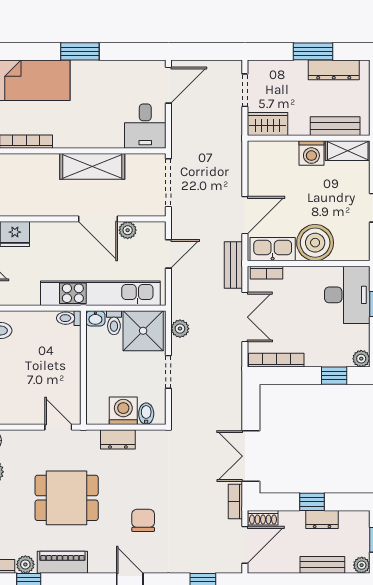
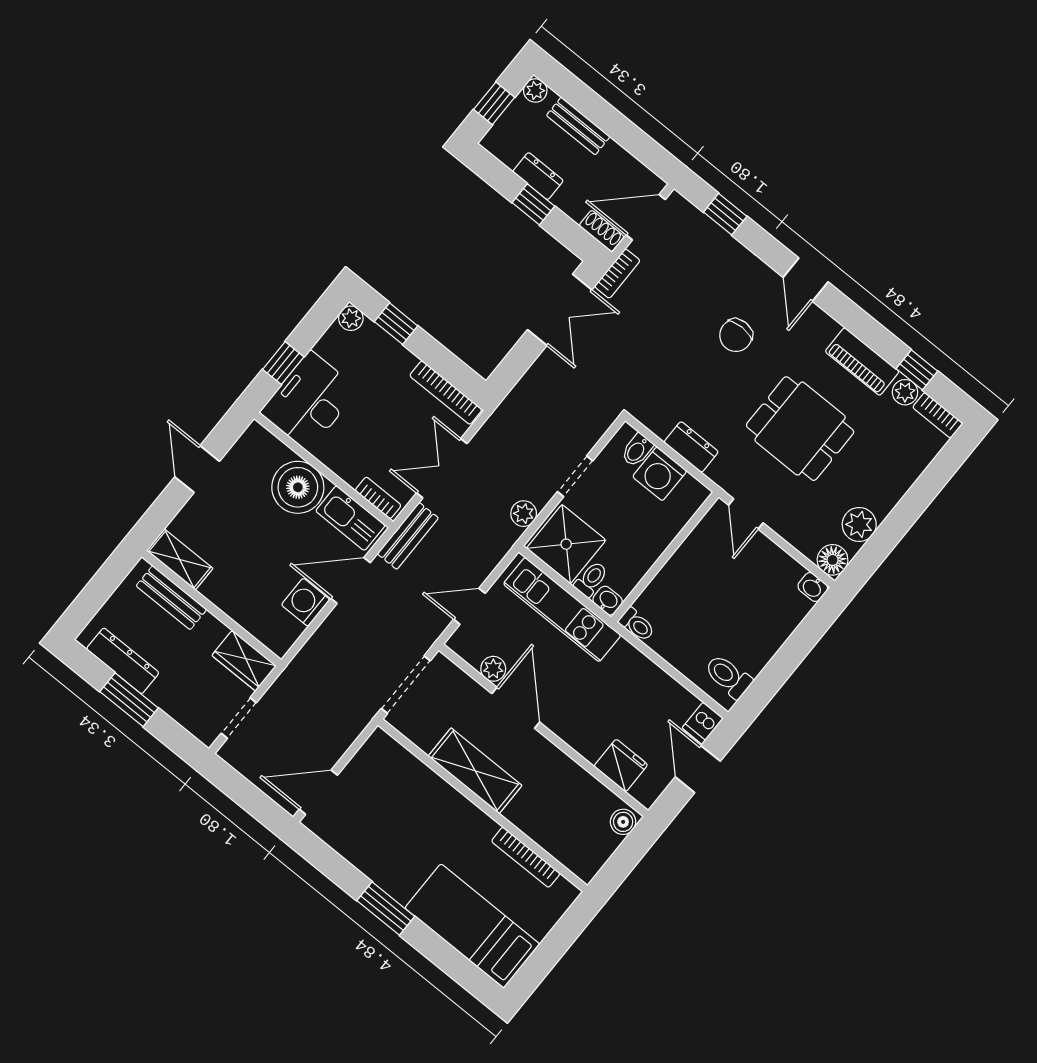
desk: (145, 126) -> (381, 768), removed
washing machine: (311, 153) -> (306, 602), moved, turned -90
kitchen unit: (100, 293) -> (562, 609), width x0.73

